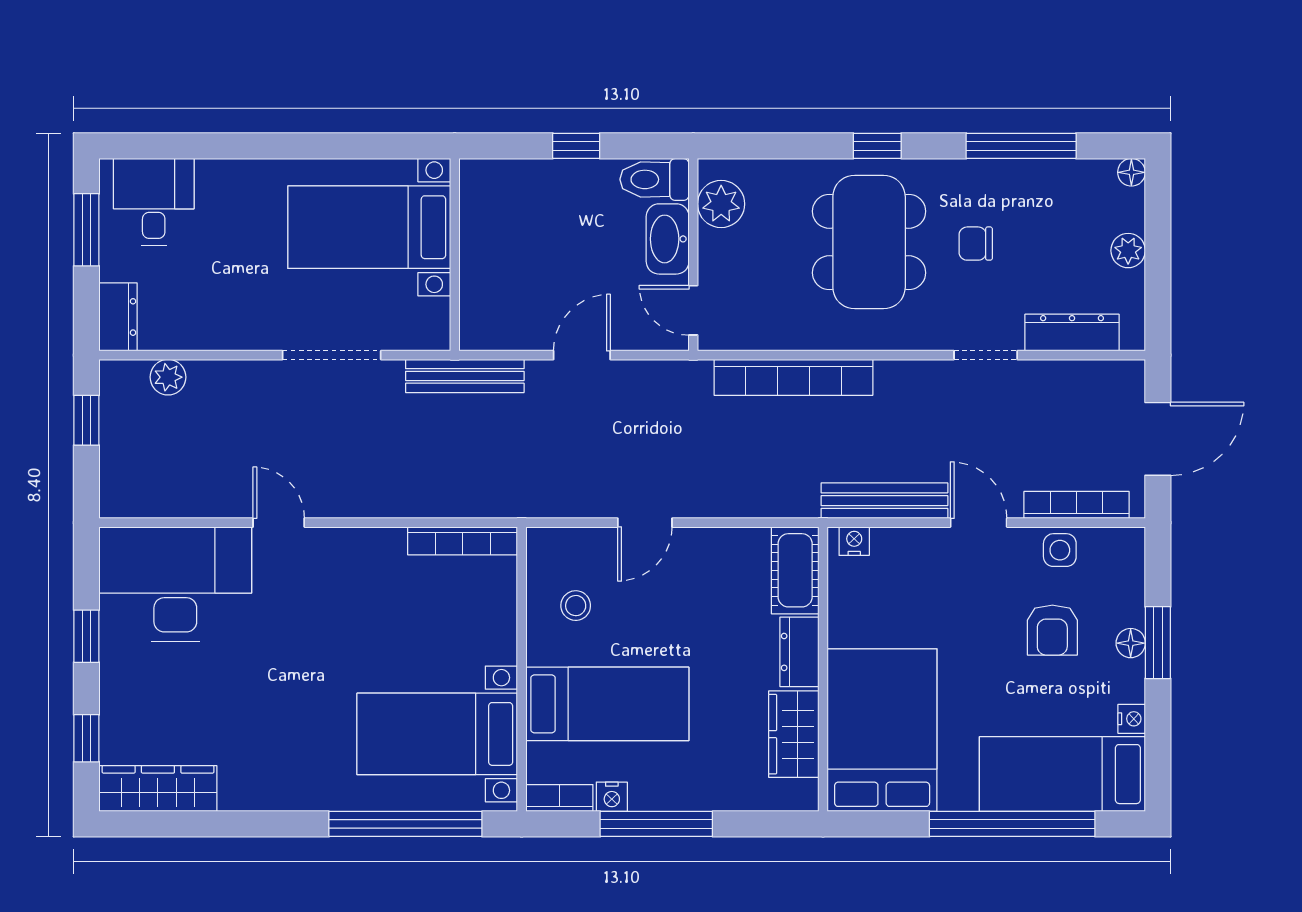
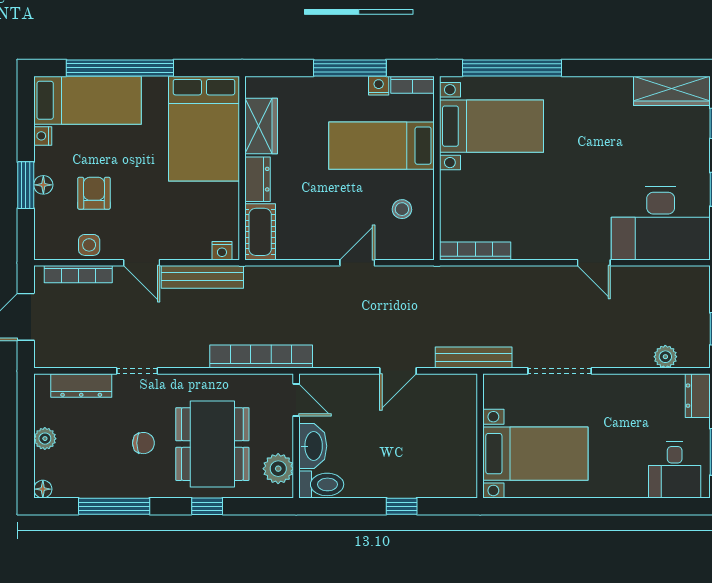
toilet: (655, 179) -> (321, 484), moved
plant: (721, 204) -> (278, 469), moved
washbasin: (668, 239) -> (313, 446), moved
wall: (693, 255) -> (296, 436), moved
door: (693, 310) -> (296, 400), moved

